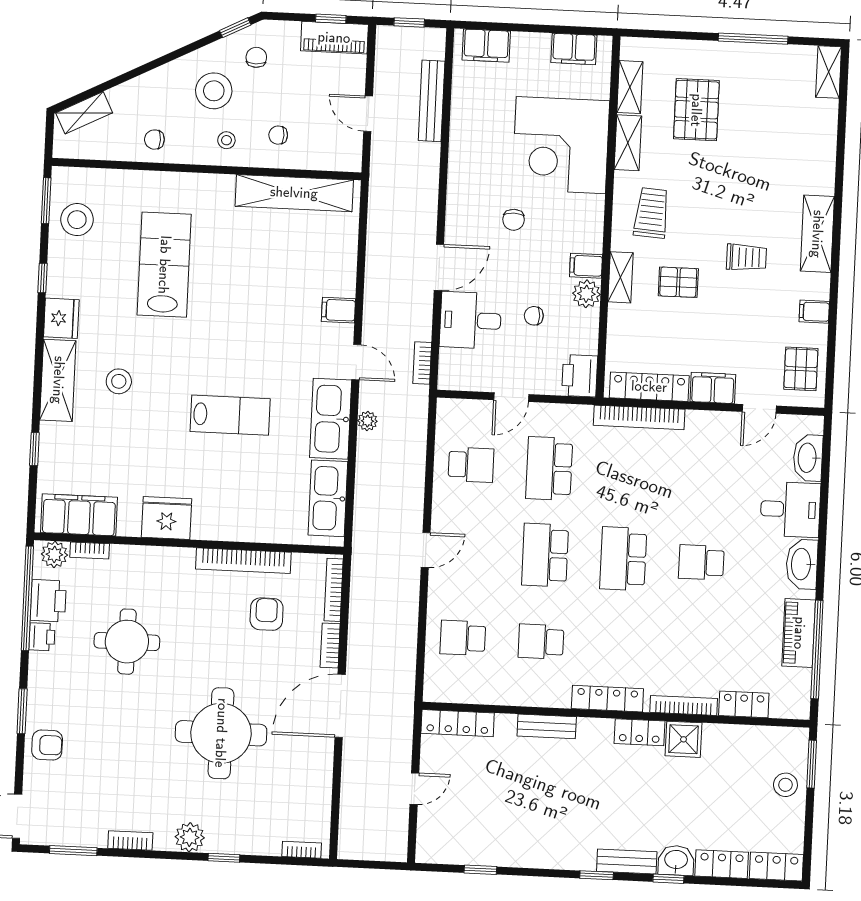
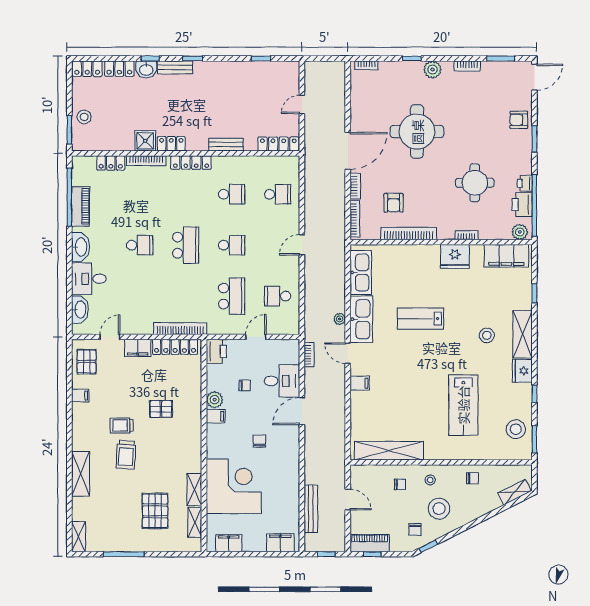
trolley: (651, 213) -> (126, 455), moved
shelving: (817, 234) -> (81, 474), moved
shelving: (620, 277) -> (195, 410), removed
bookcase: (90, 550) -> (467, 235), moved
school desk: (545, 555) -> (232, 245), width x0.54

